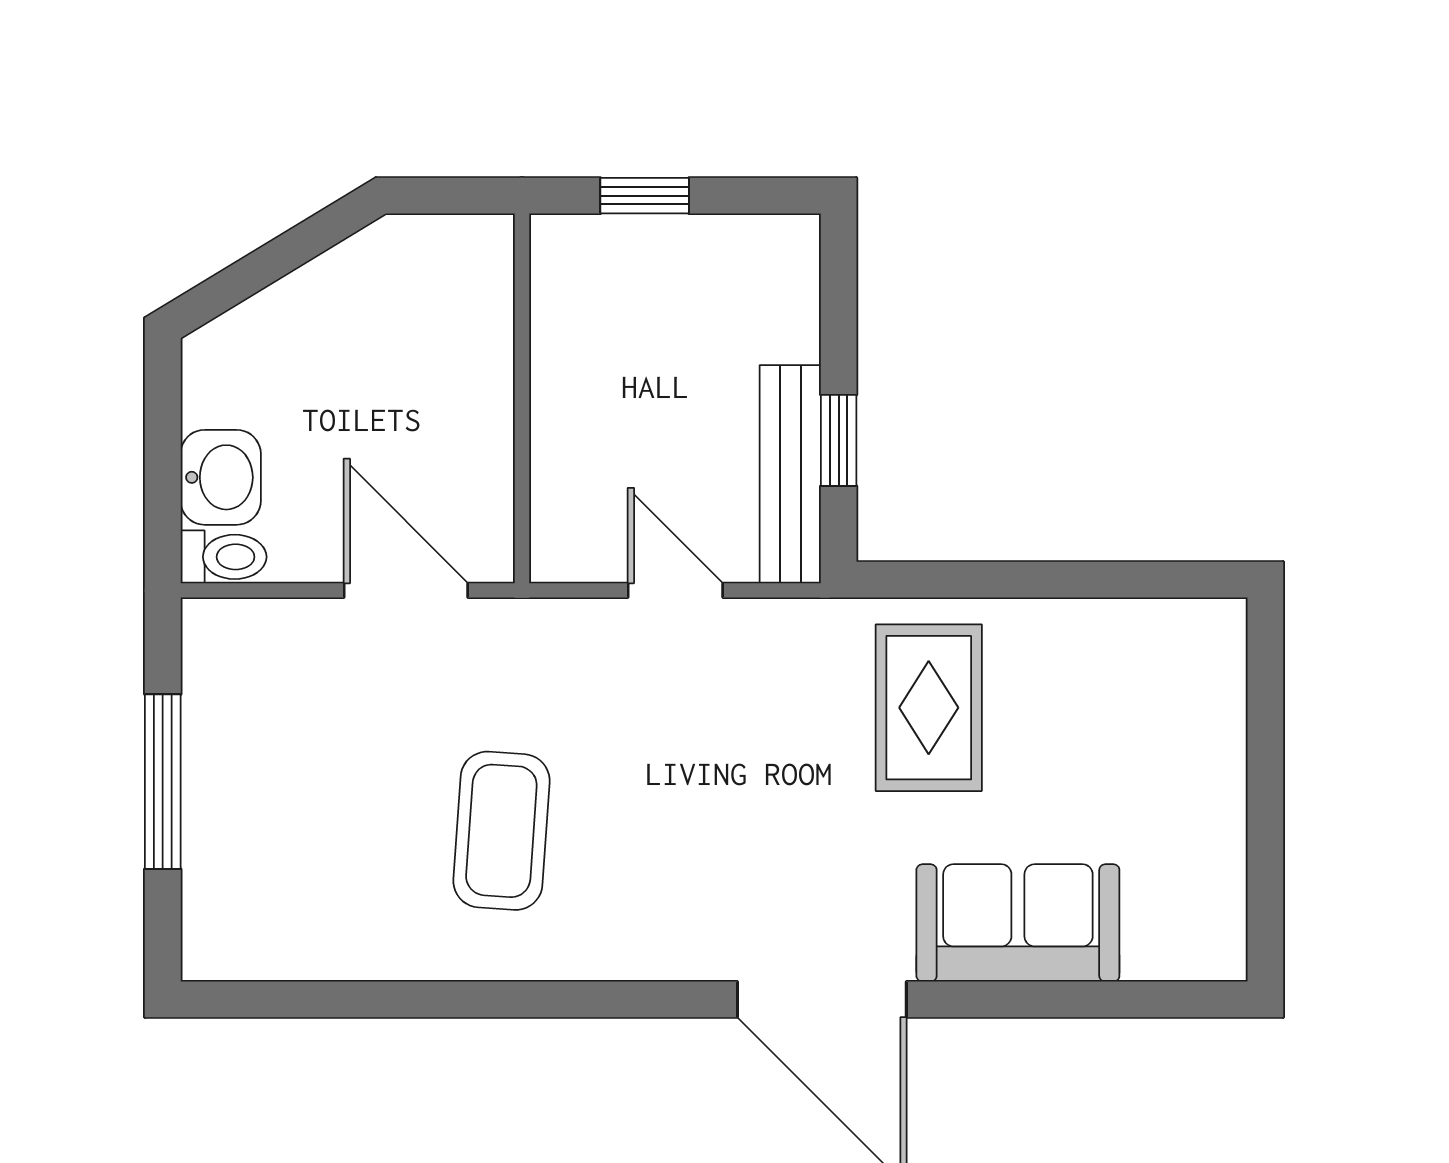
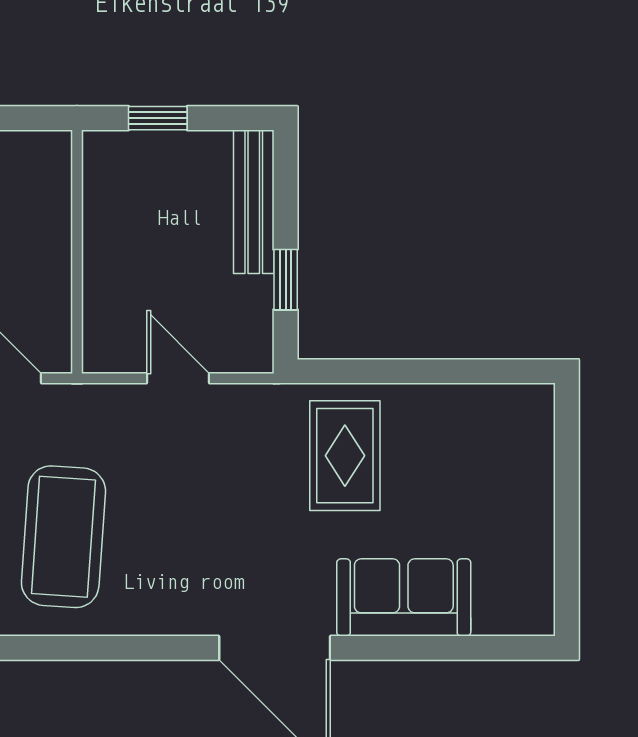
bench: (790, 474) -> (254, 202), moved
coffee table: (501, 831) -> (63, 537), width x1.36, depth x1.32

